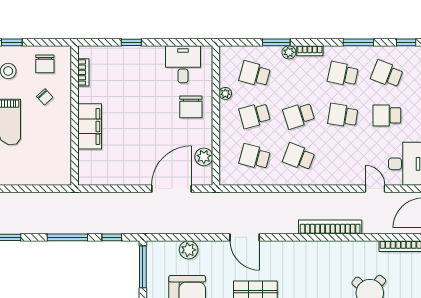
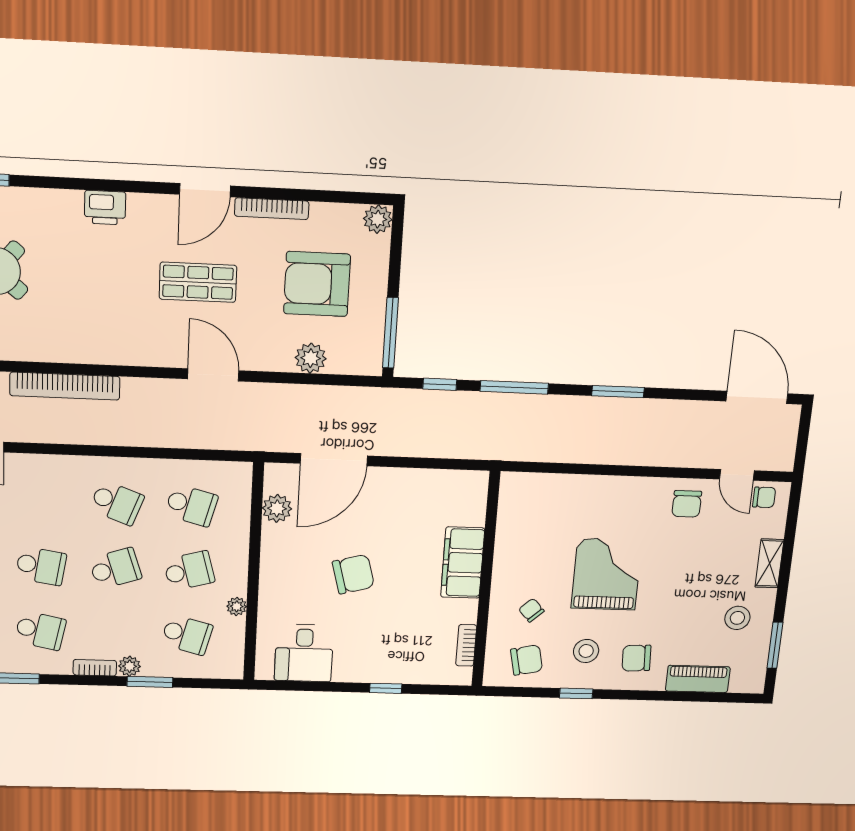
chair: (45, 64) -> (527, 660), turned 78
chair: (191, 107) -> (353, 574), moved, turned 75

